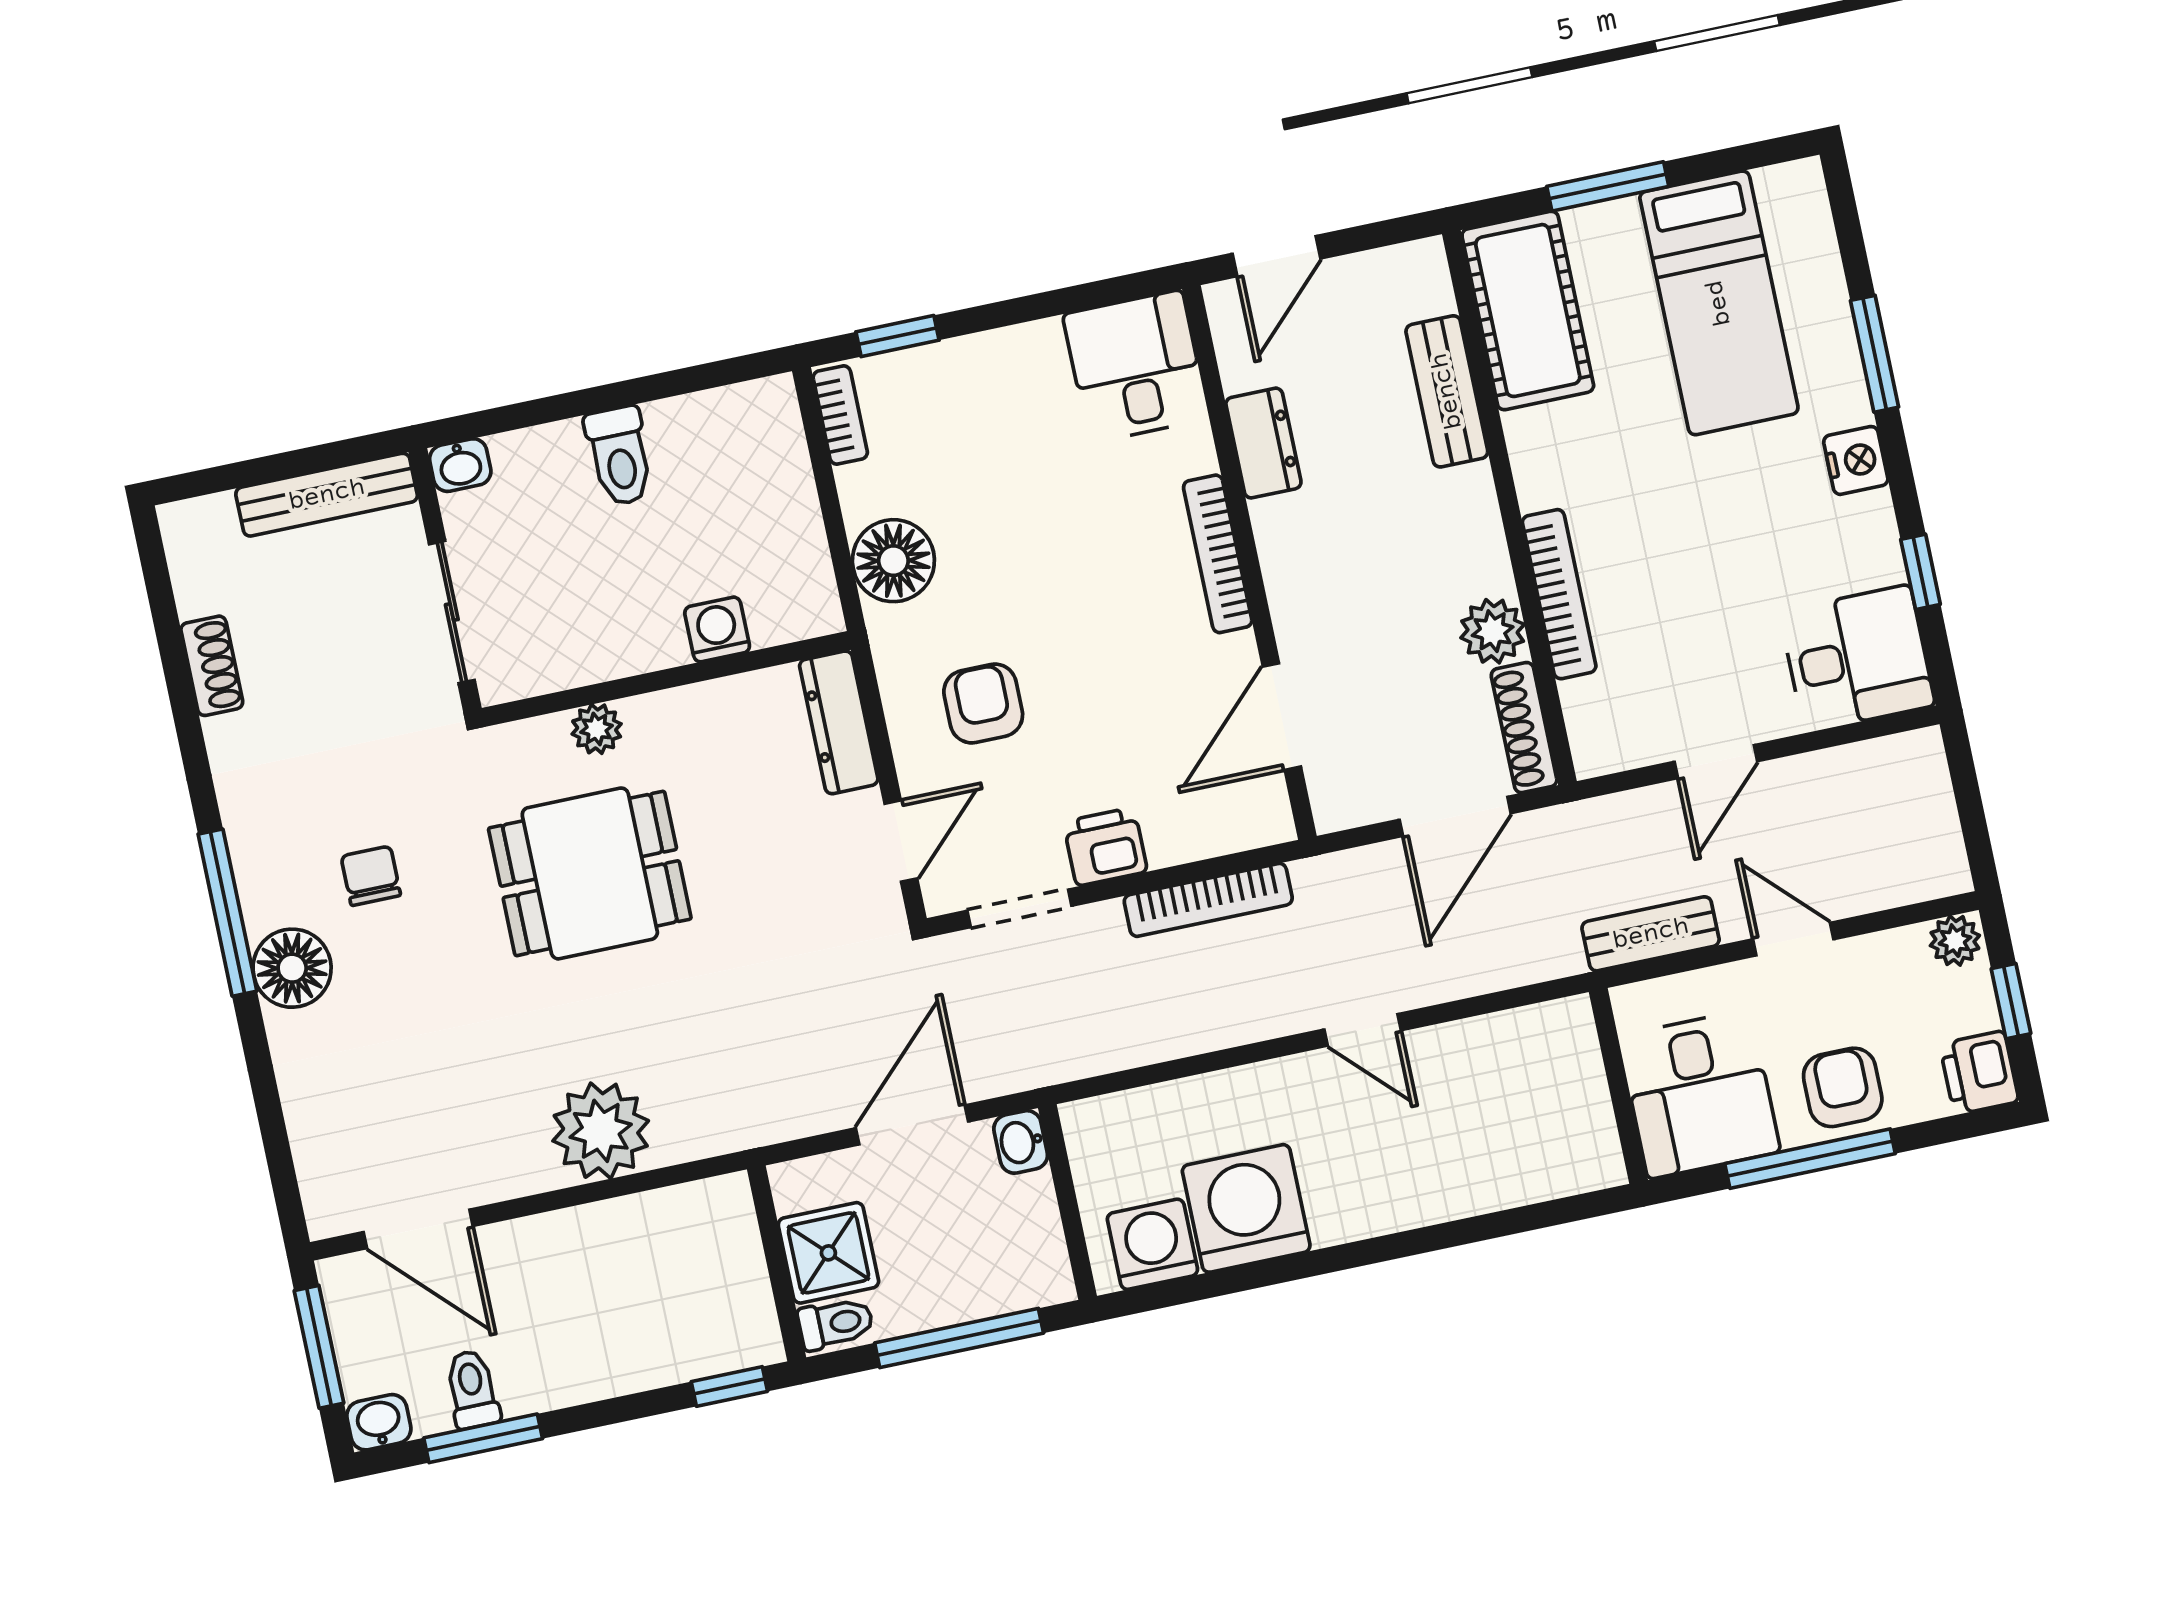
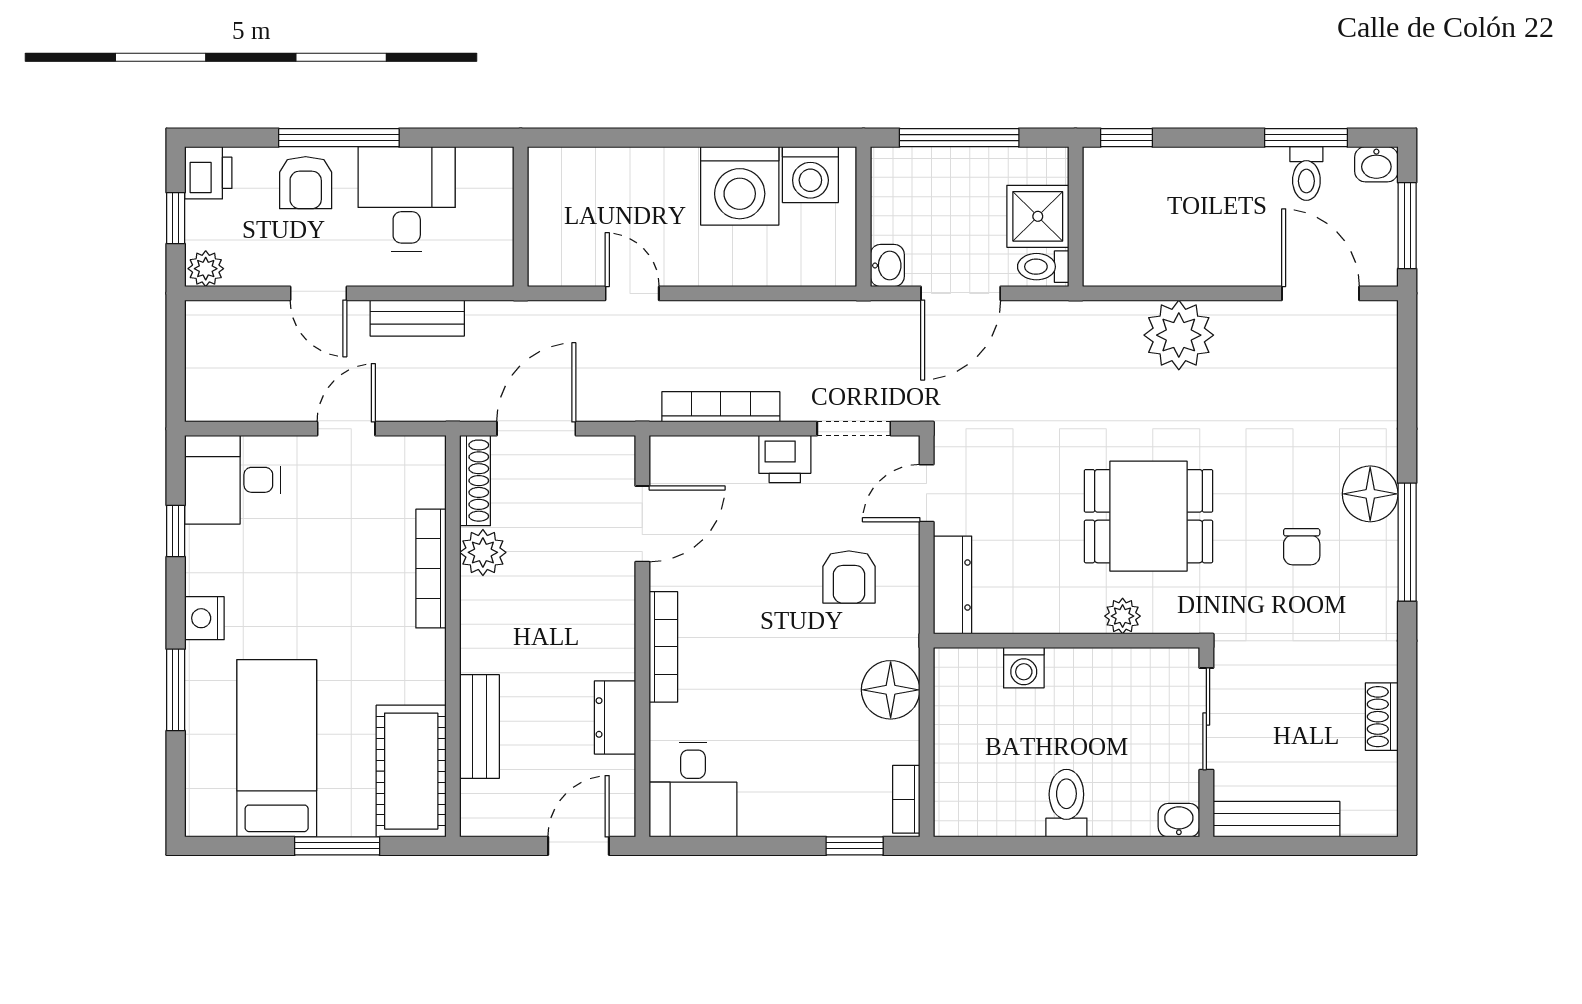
wall: (1618, 1086) -> (521, 217), moved
toilet: (836, 1323) -> (1043, 267), moved

